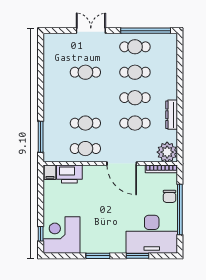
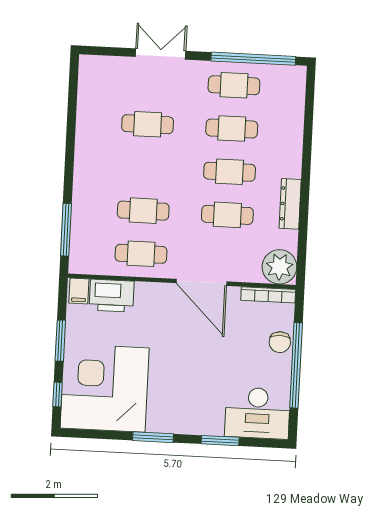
window: (41, 202) -> (60, 341), added
desk: (152, 234) -> (257, 413), width x0.73, depth x0.77
corner desk: (61, 235) -> (105, 388), width x1.36, depth x1.36

